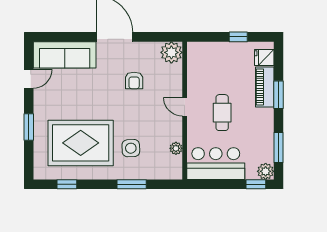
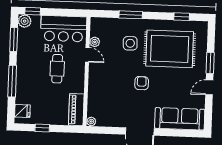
plant: (171, 52) -> (91, 121), width x0.53, depth x0.53
door: (29, 79) -> (209, 87), moved
armchair: (134, 80) -> (142, 83), moved
piano: (265, 87) -> (76, 110), moved, turned 180
window: (278, 95) -> (12, 81), width x1.44
door: (185, 107) -> (87, 55), moved

